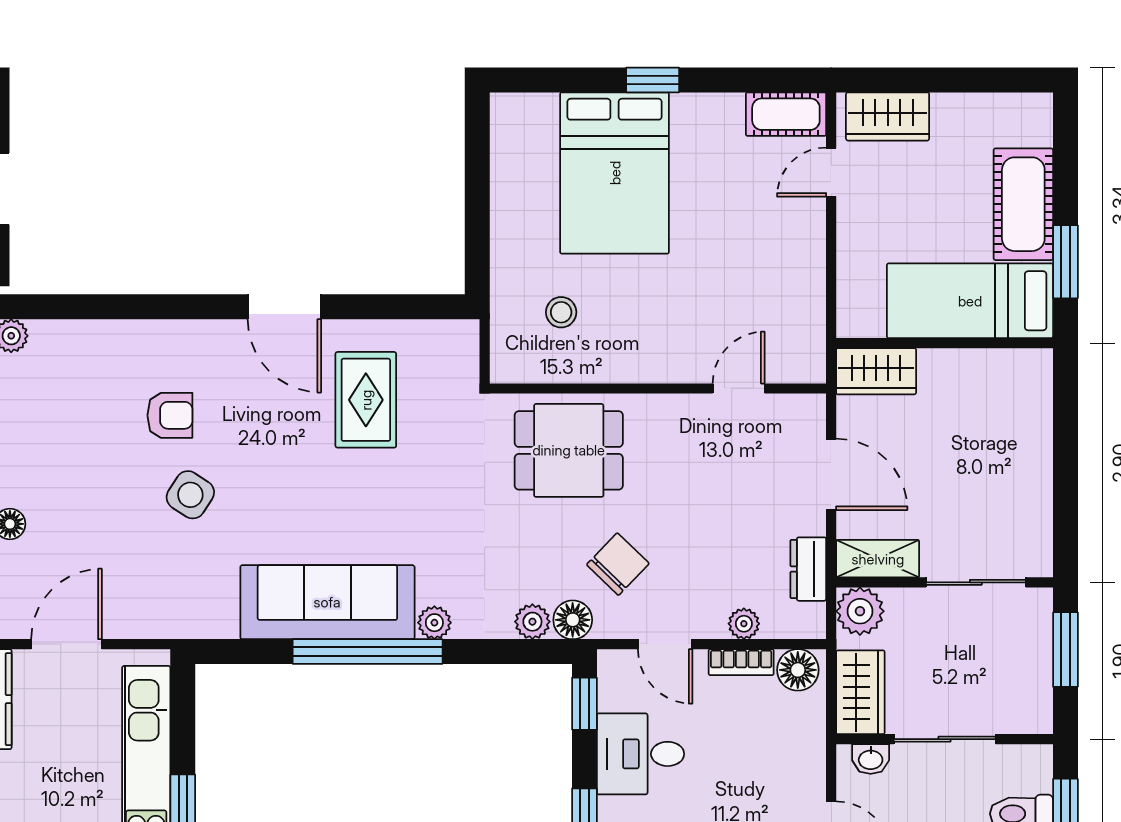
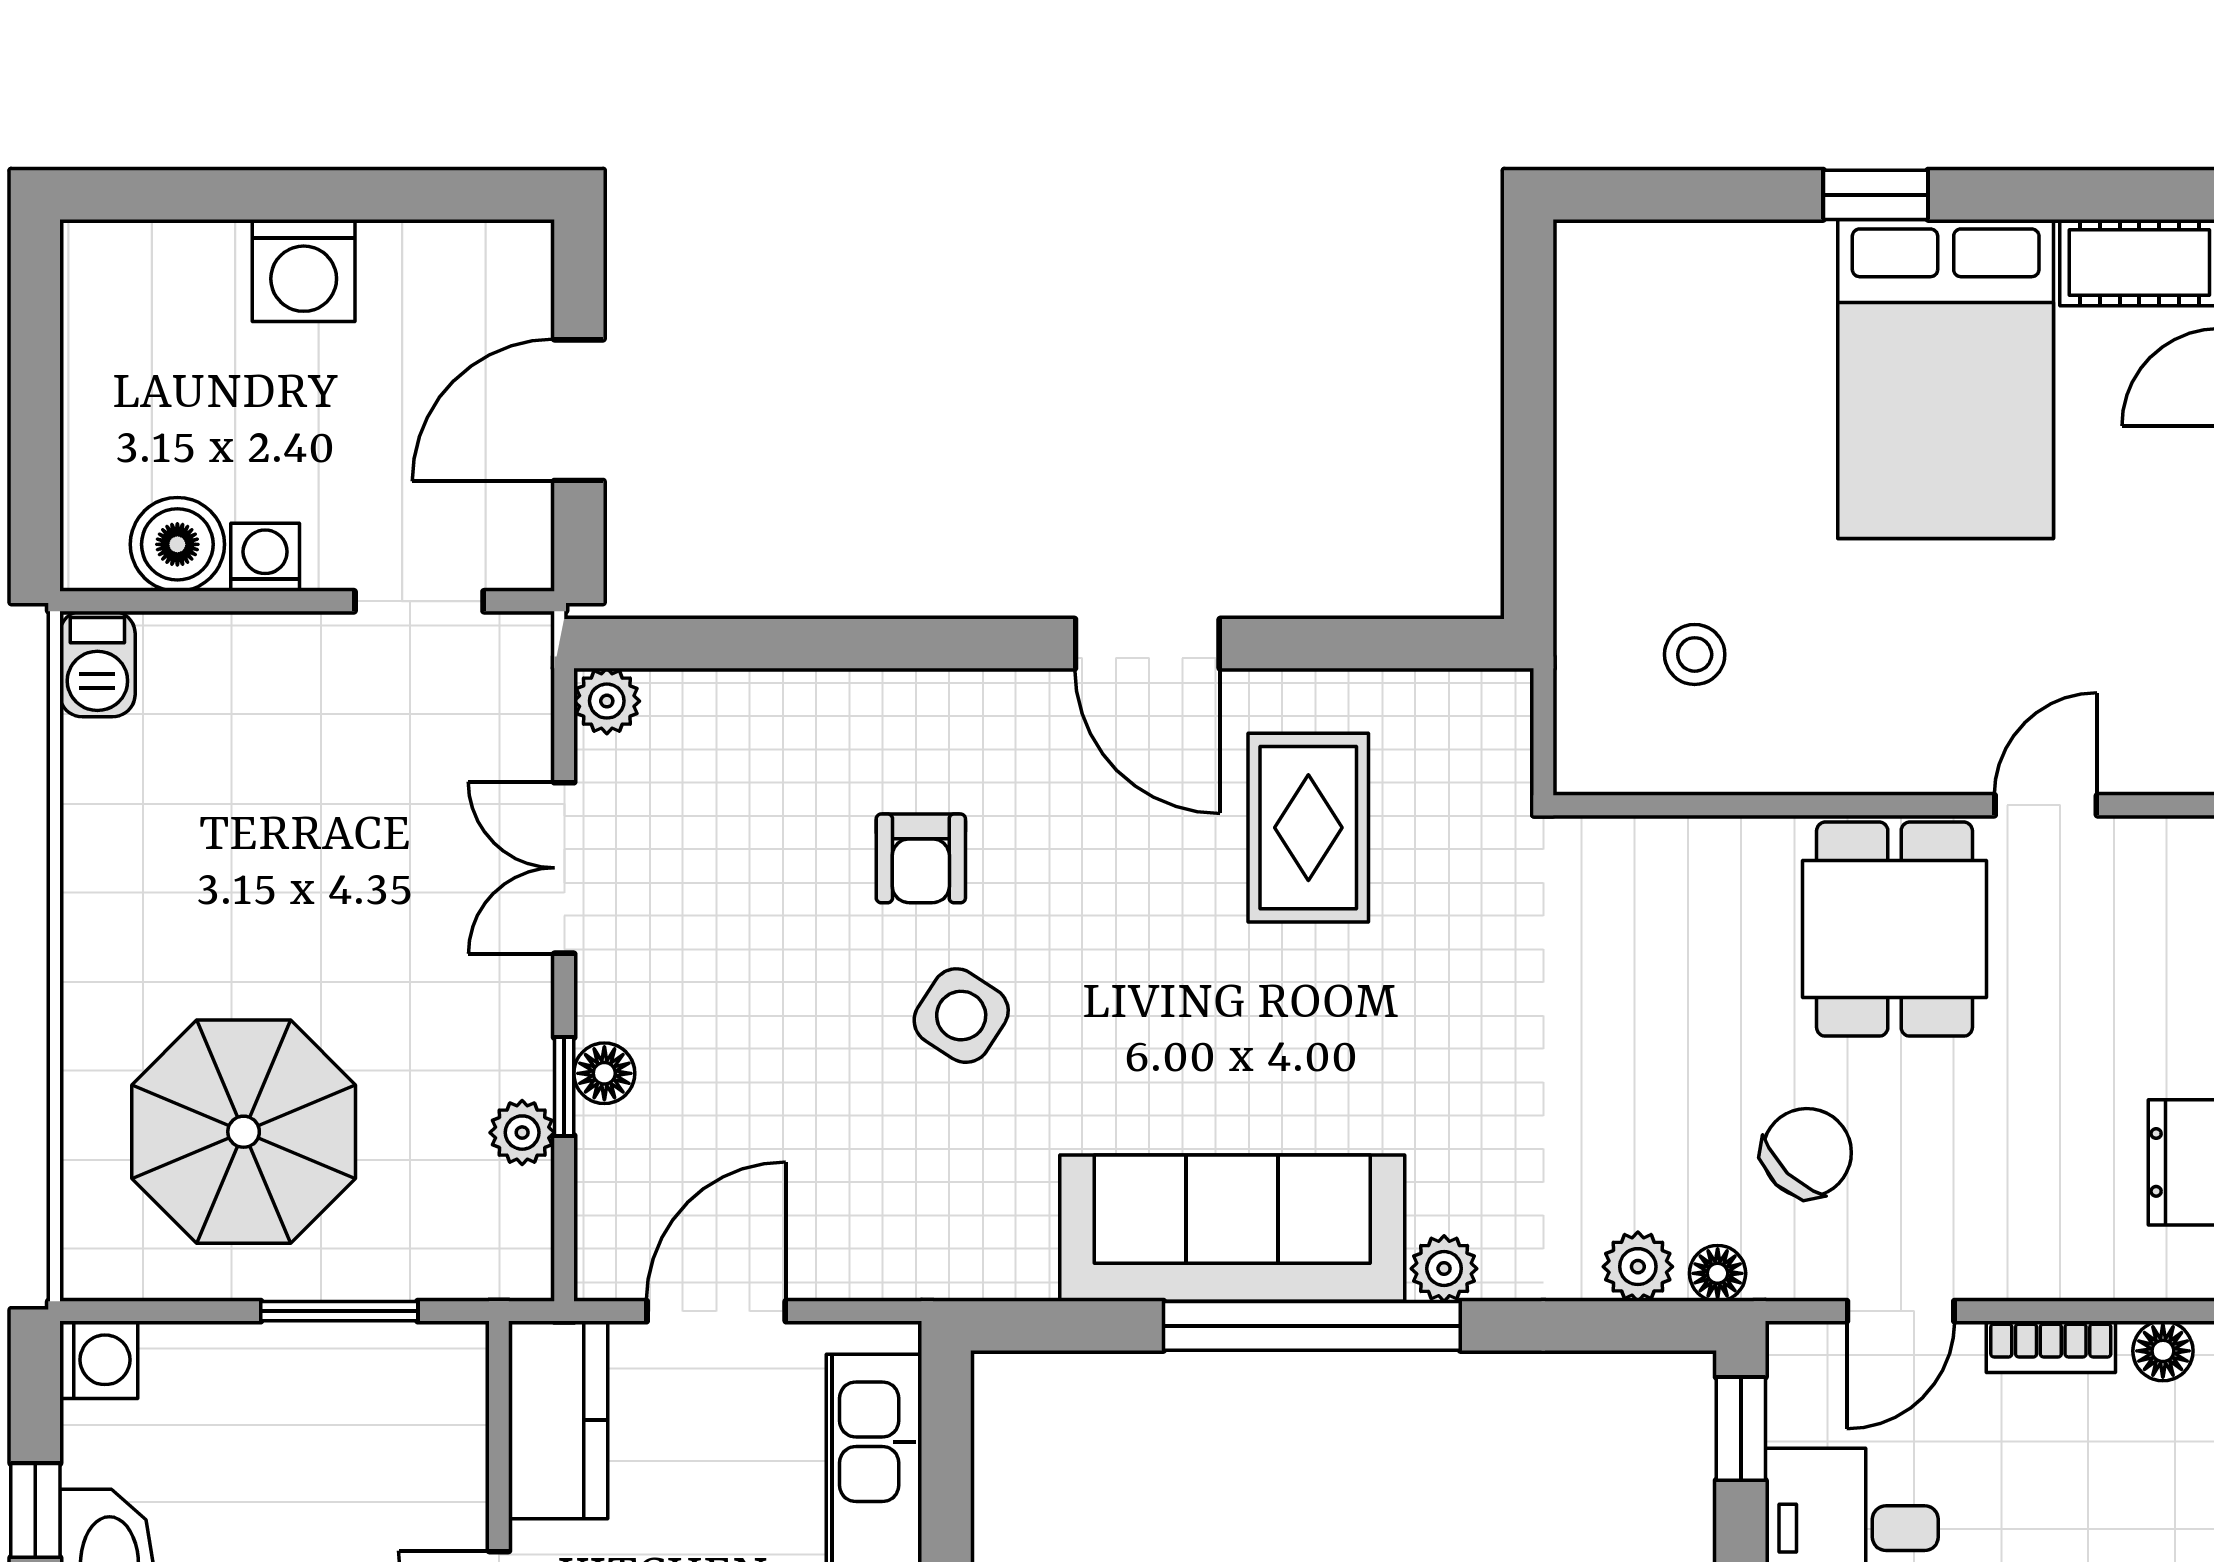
bed: (615, 173) -> (1946, 379), moved
armchair: (170, 415) -> (921, 858), turned 90
dining table: (569, 450) -> (1894, 929), moved, turned 90
floor lamp: (573, 620) -> (1718, 1273), width x0.73, depth x0.73
plant: (744, 624) -> (2056, 1271), removed
door: (665, 644) -> (1901, 1311), hinge flipped
floor lamp: (798, 670) -> (2163, 1351), width x0.73, depth x0.73

